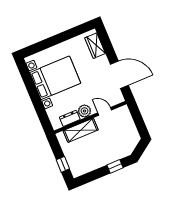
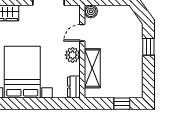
boiler: (124, 111) -> (91, 11), added
dresser: (70, 118) -> (74, 87), moved

